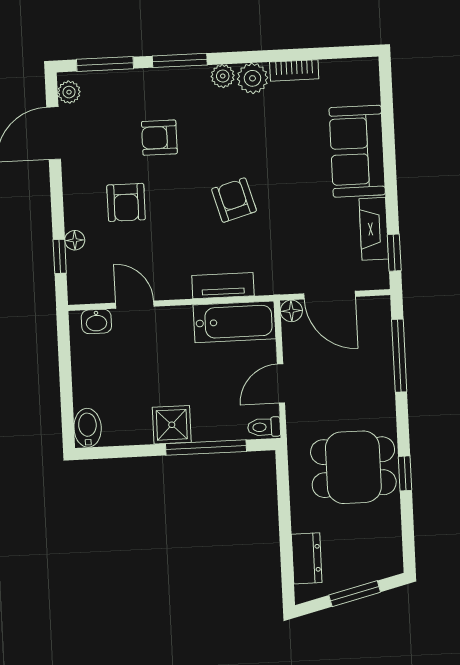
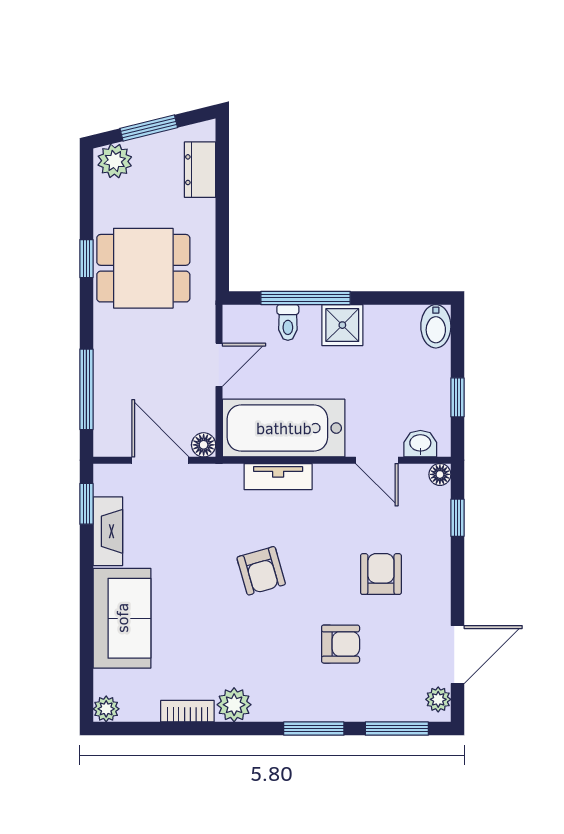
plant: (223, 76) -> (106, 709), moved
floor lamp: (75, 240) -> (440, 474), moved
bathtub: (235, 322) -> (284, 428), width x1.36, depth x1.36
window: (65, 365) -> (457, 397), added
toilet: (264, 427) -> (288, 322), moved, turned 90
plant: (384, 562) -> (115, 161), added

